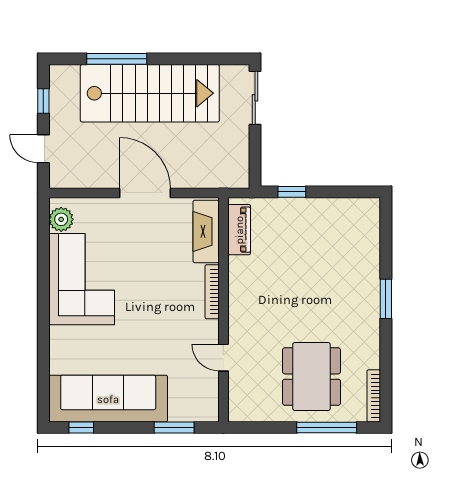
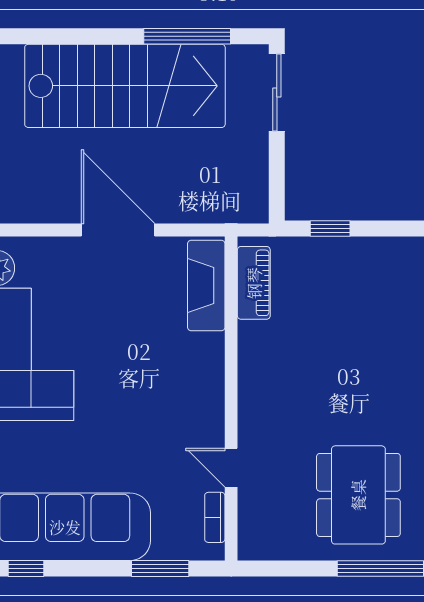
window: (117, 59) -> (187, 36), moved
bookcase: (212, 292) -> (215, 517), moved, width x0.64

